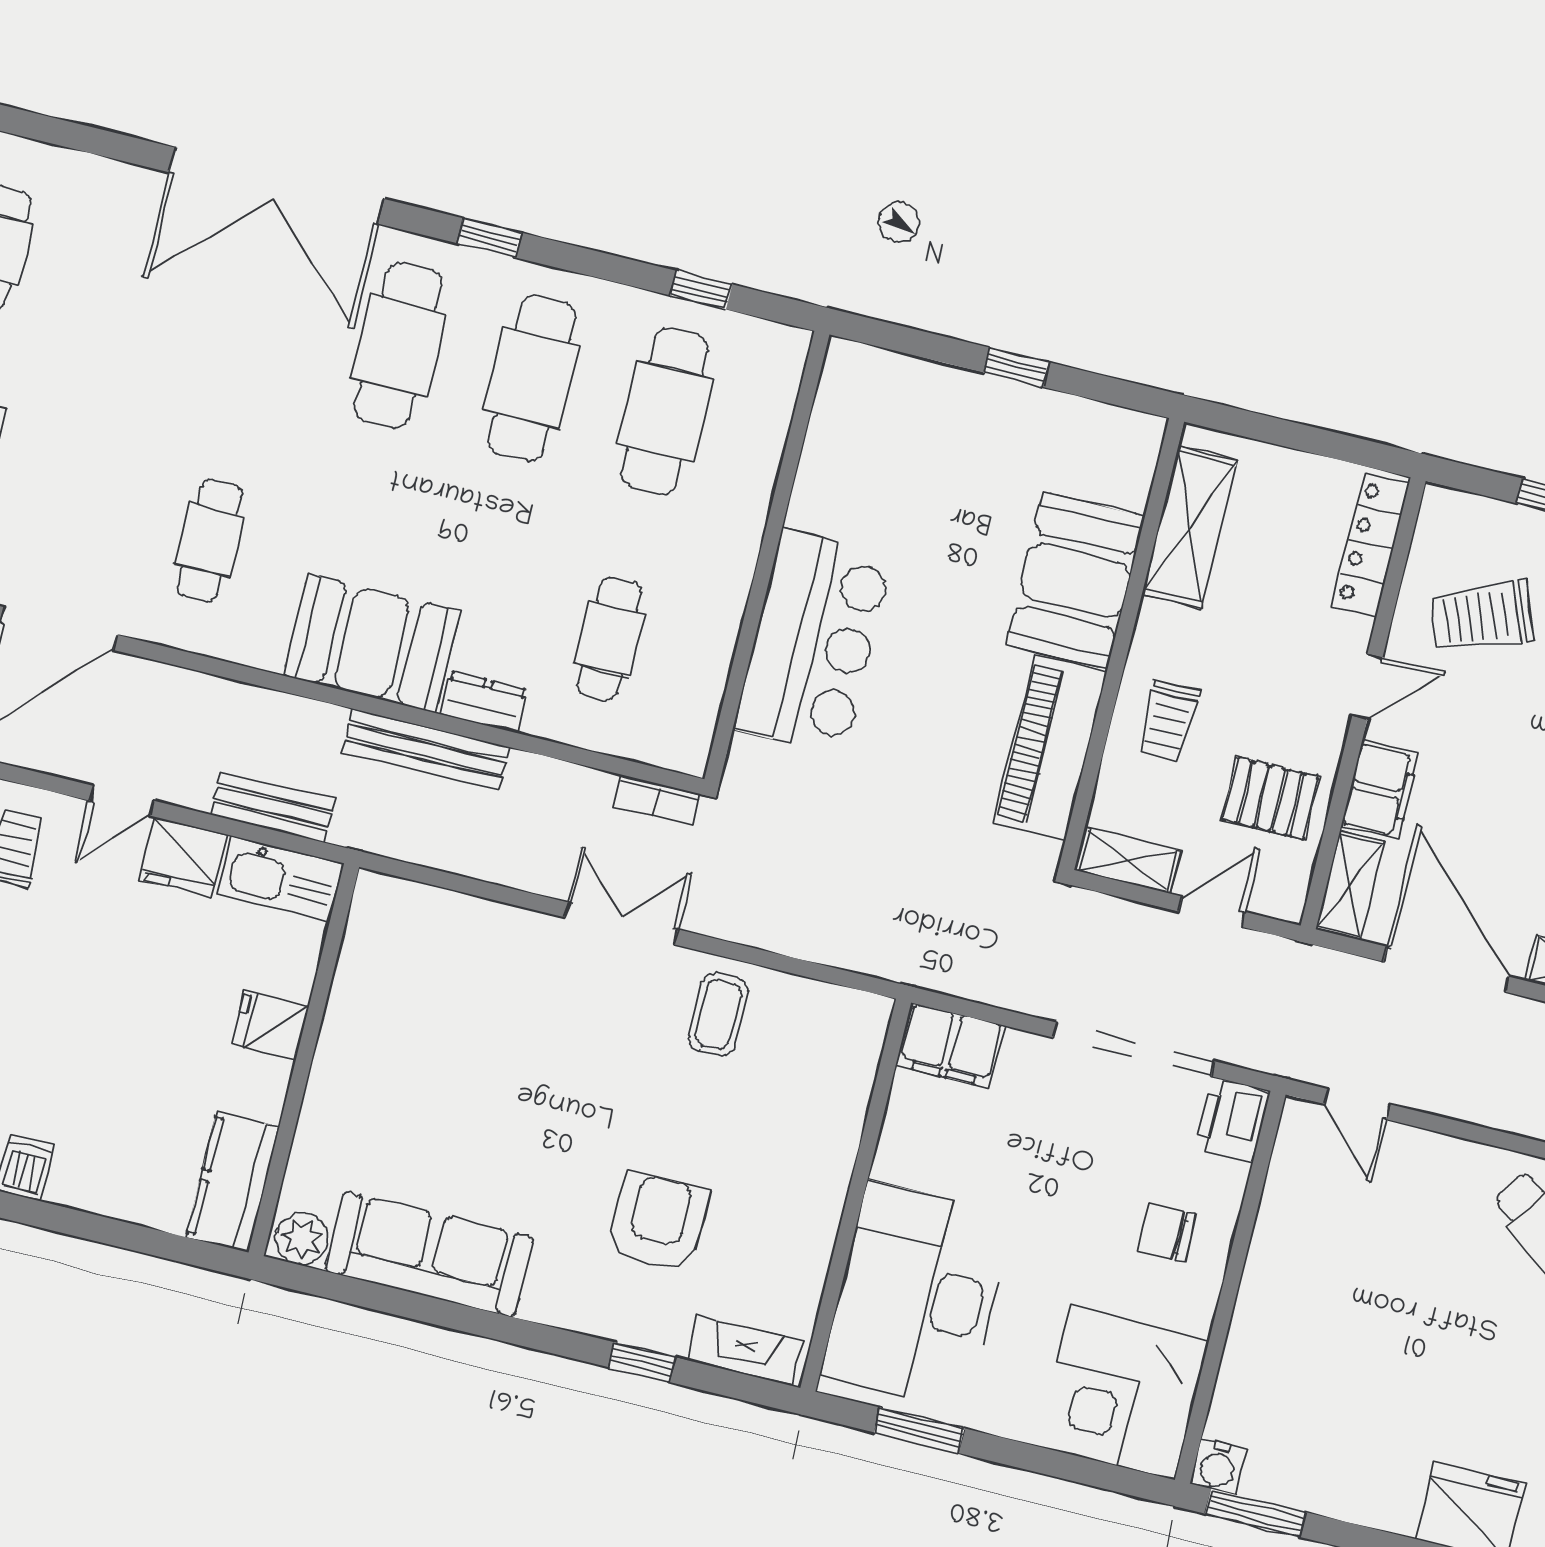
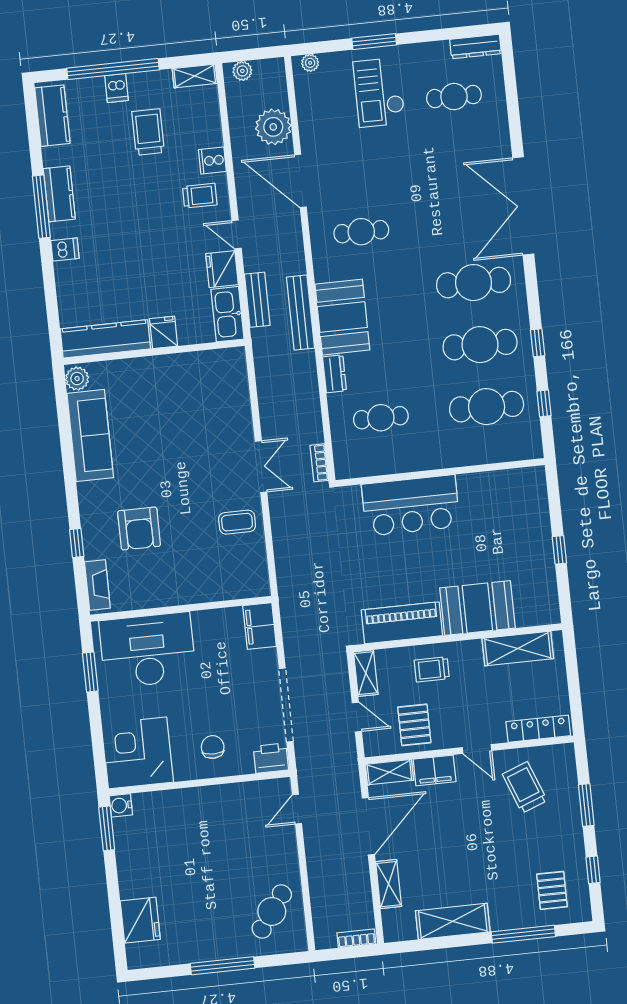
window: (489, 238) -> (538, 343), moved
bench: (426, 750) -> (300, 313), moved
kitchen counter: (233, 1182) -> (105, 339), width x1.50
armchair: (658, 1222) -> (139, 528), turned 90

